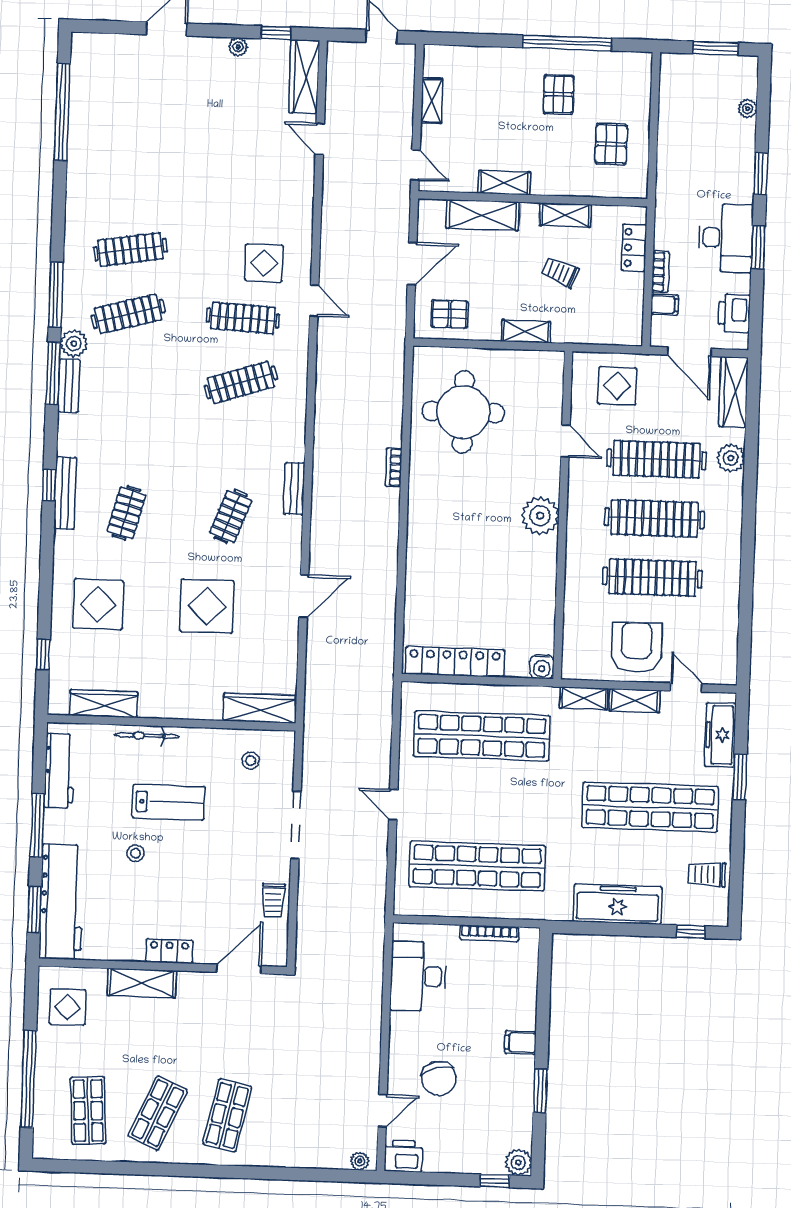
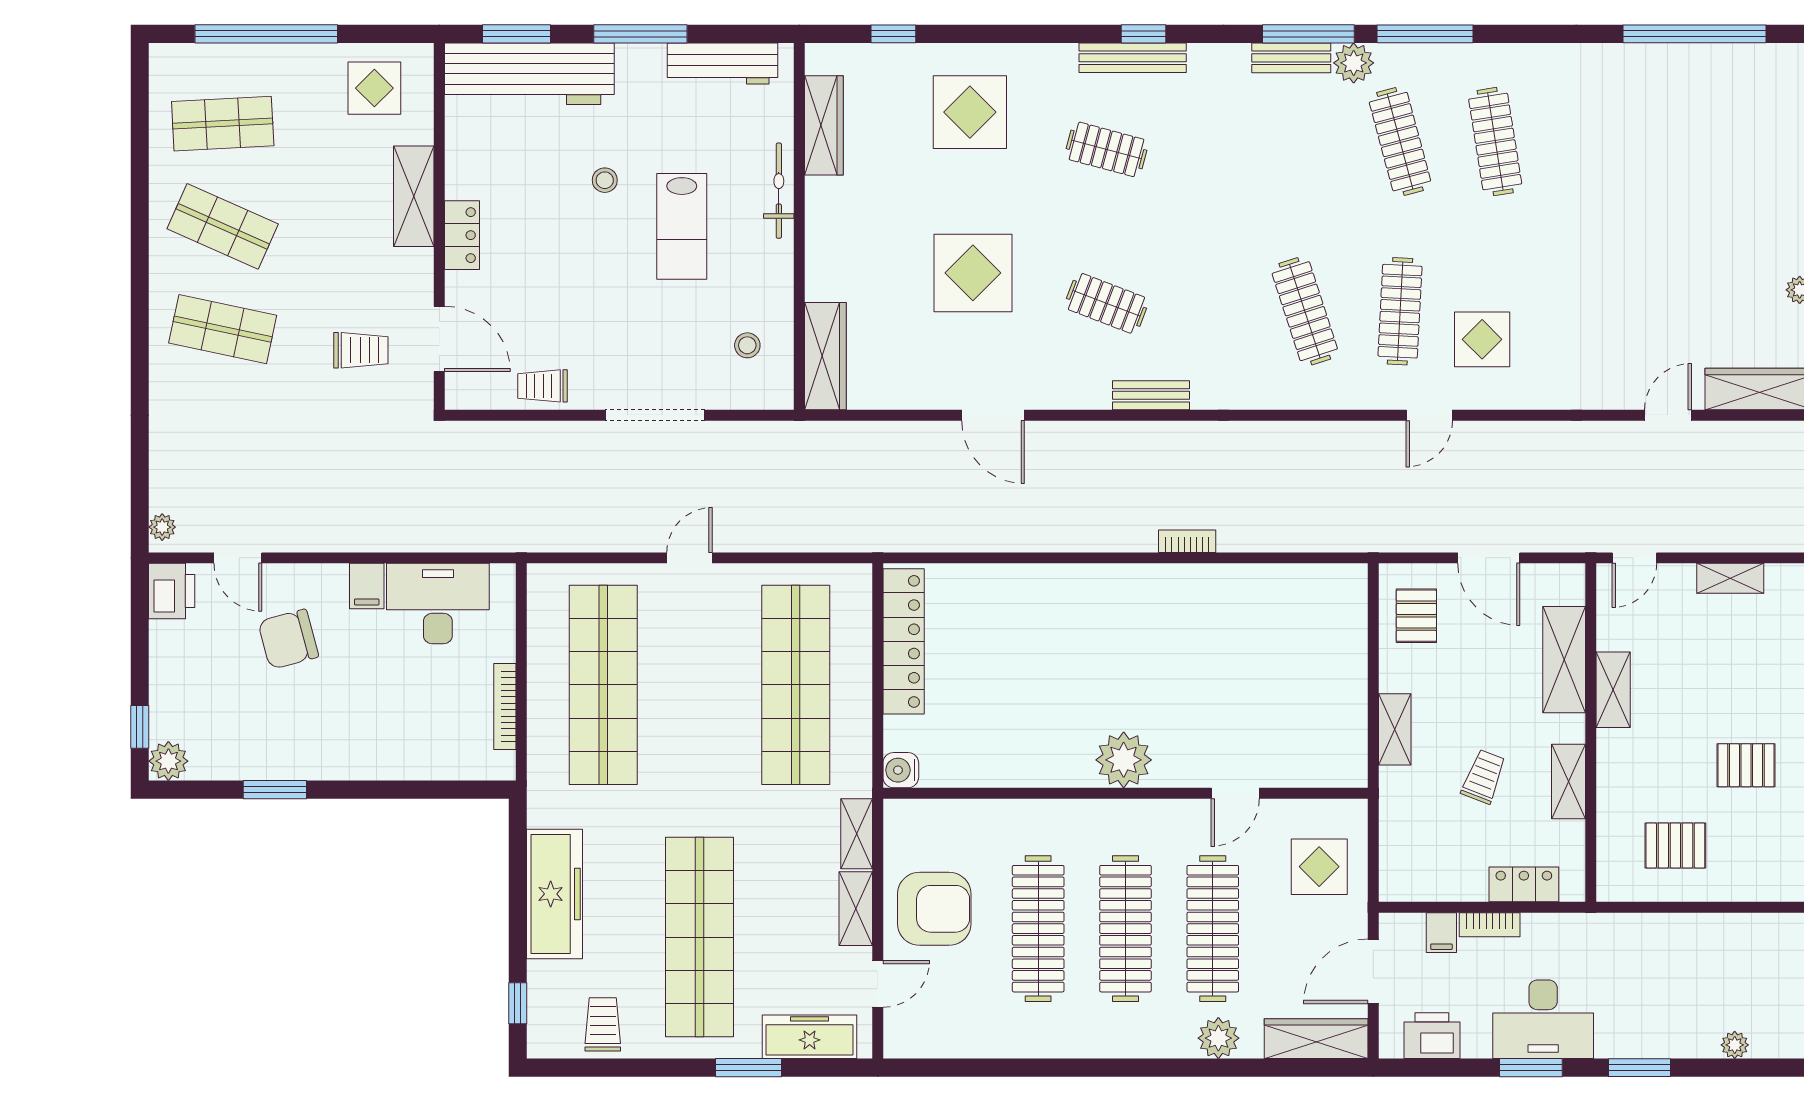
round table: (463, 412) -> (1273, 641), removed
trolley: (245, 1022) -> (361, 350), added
filing cabinet: (520, 1042) -> (367, 586), moved, turned 180

